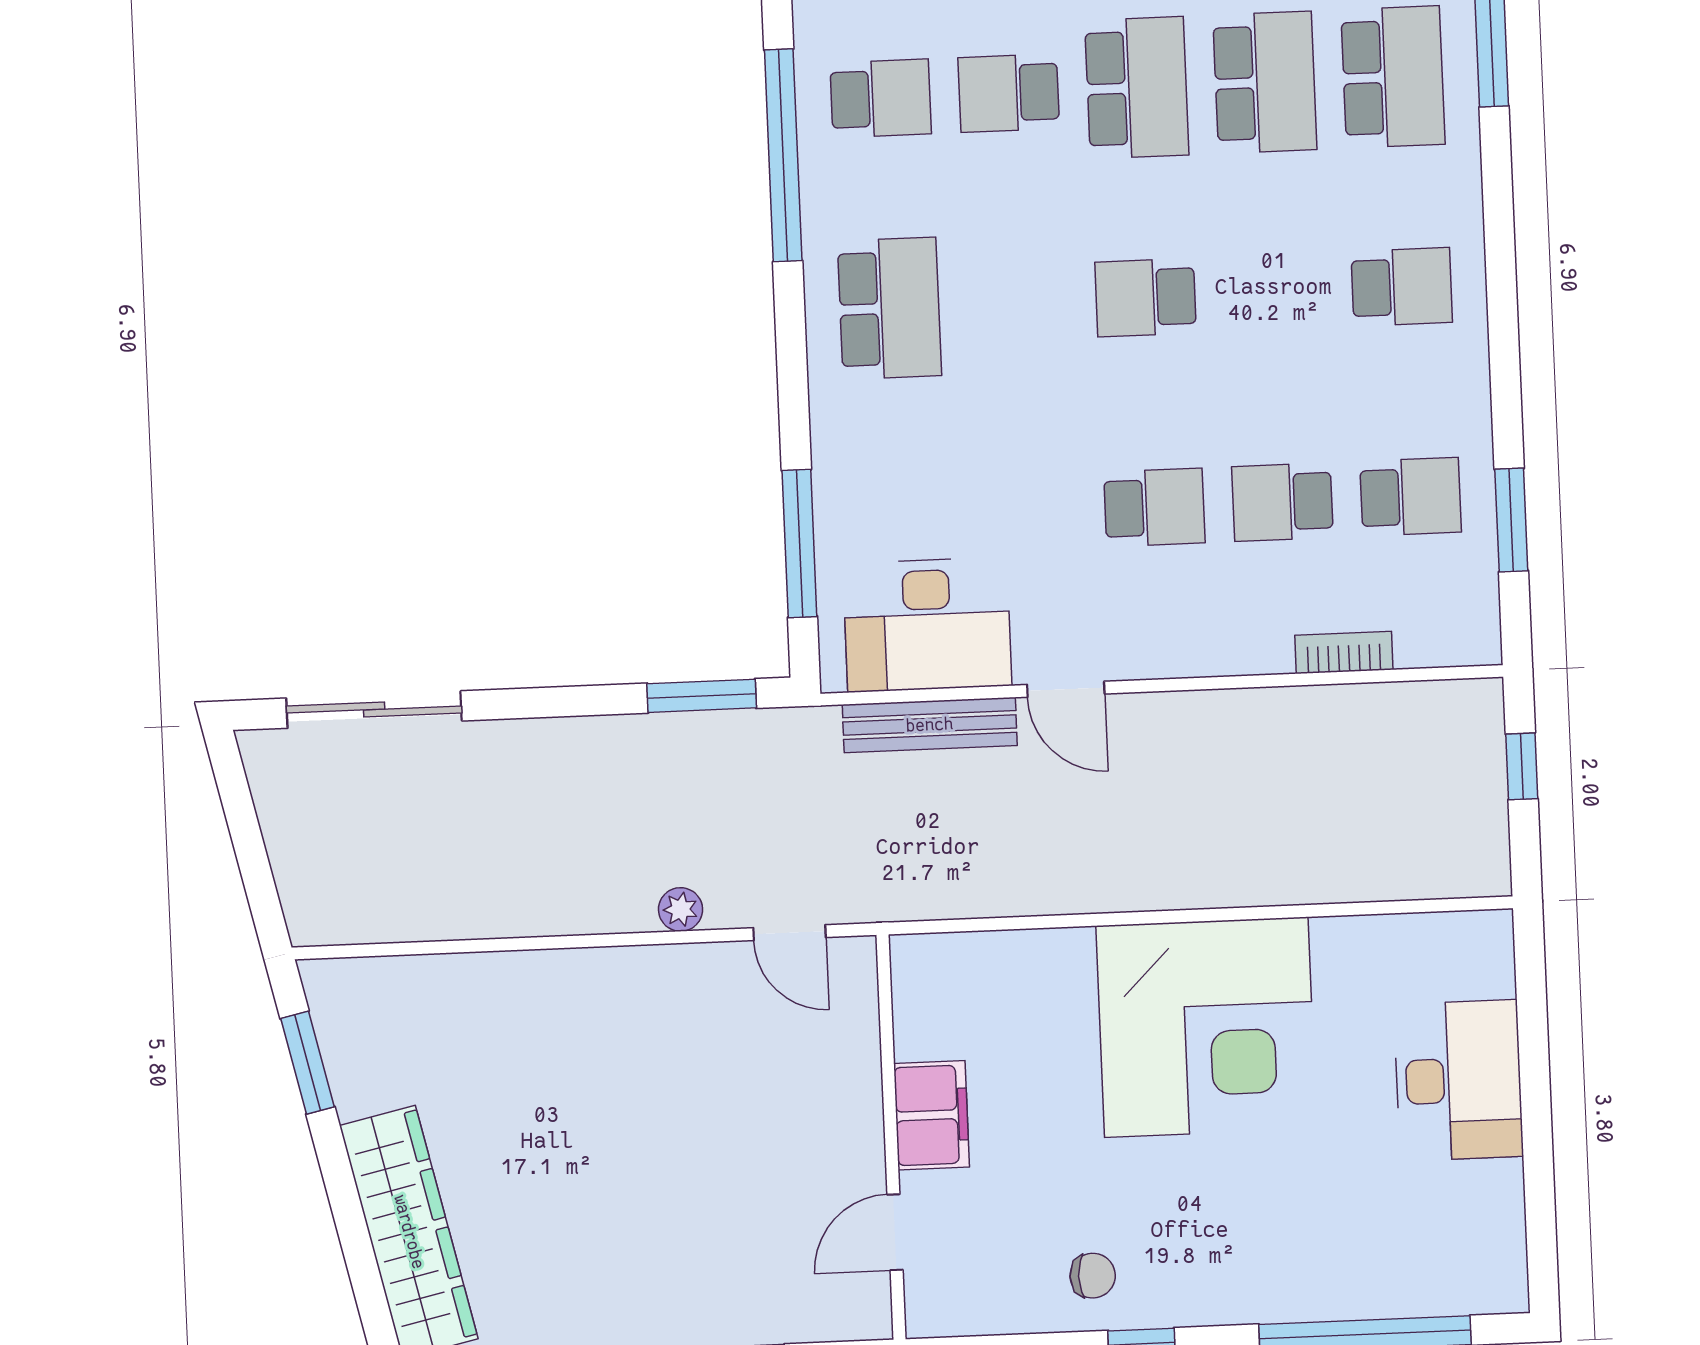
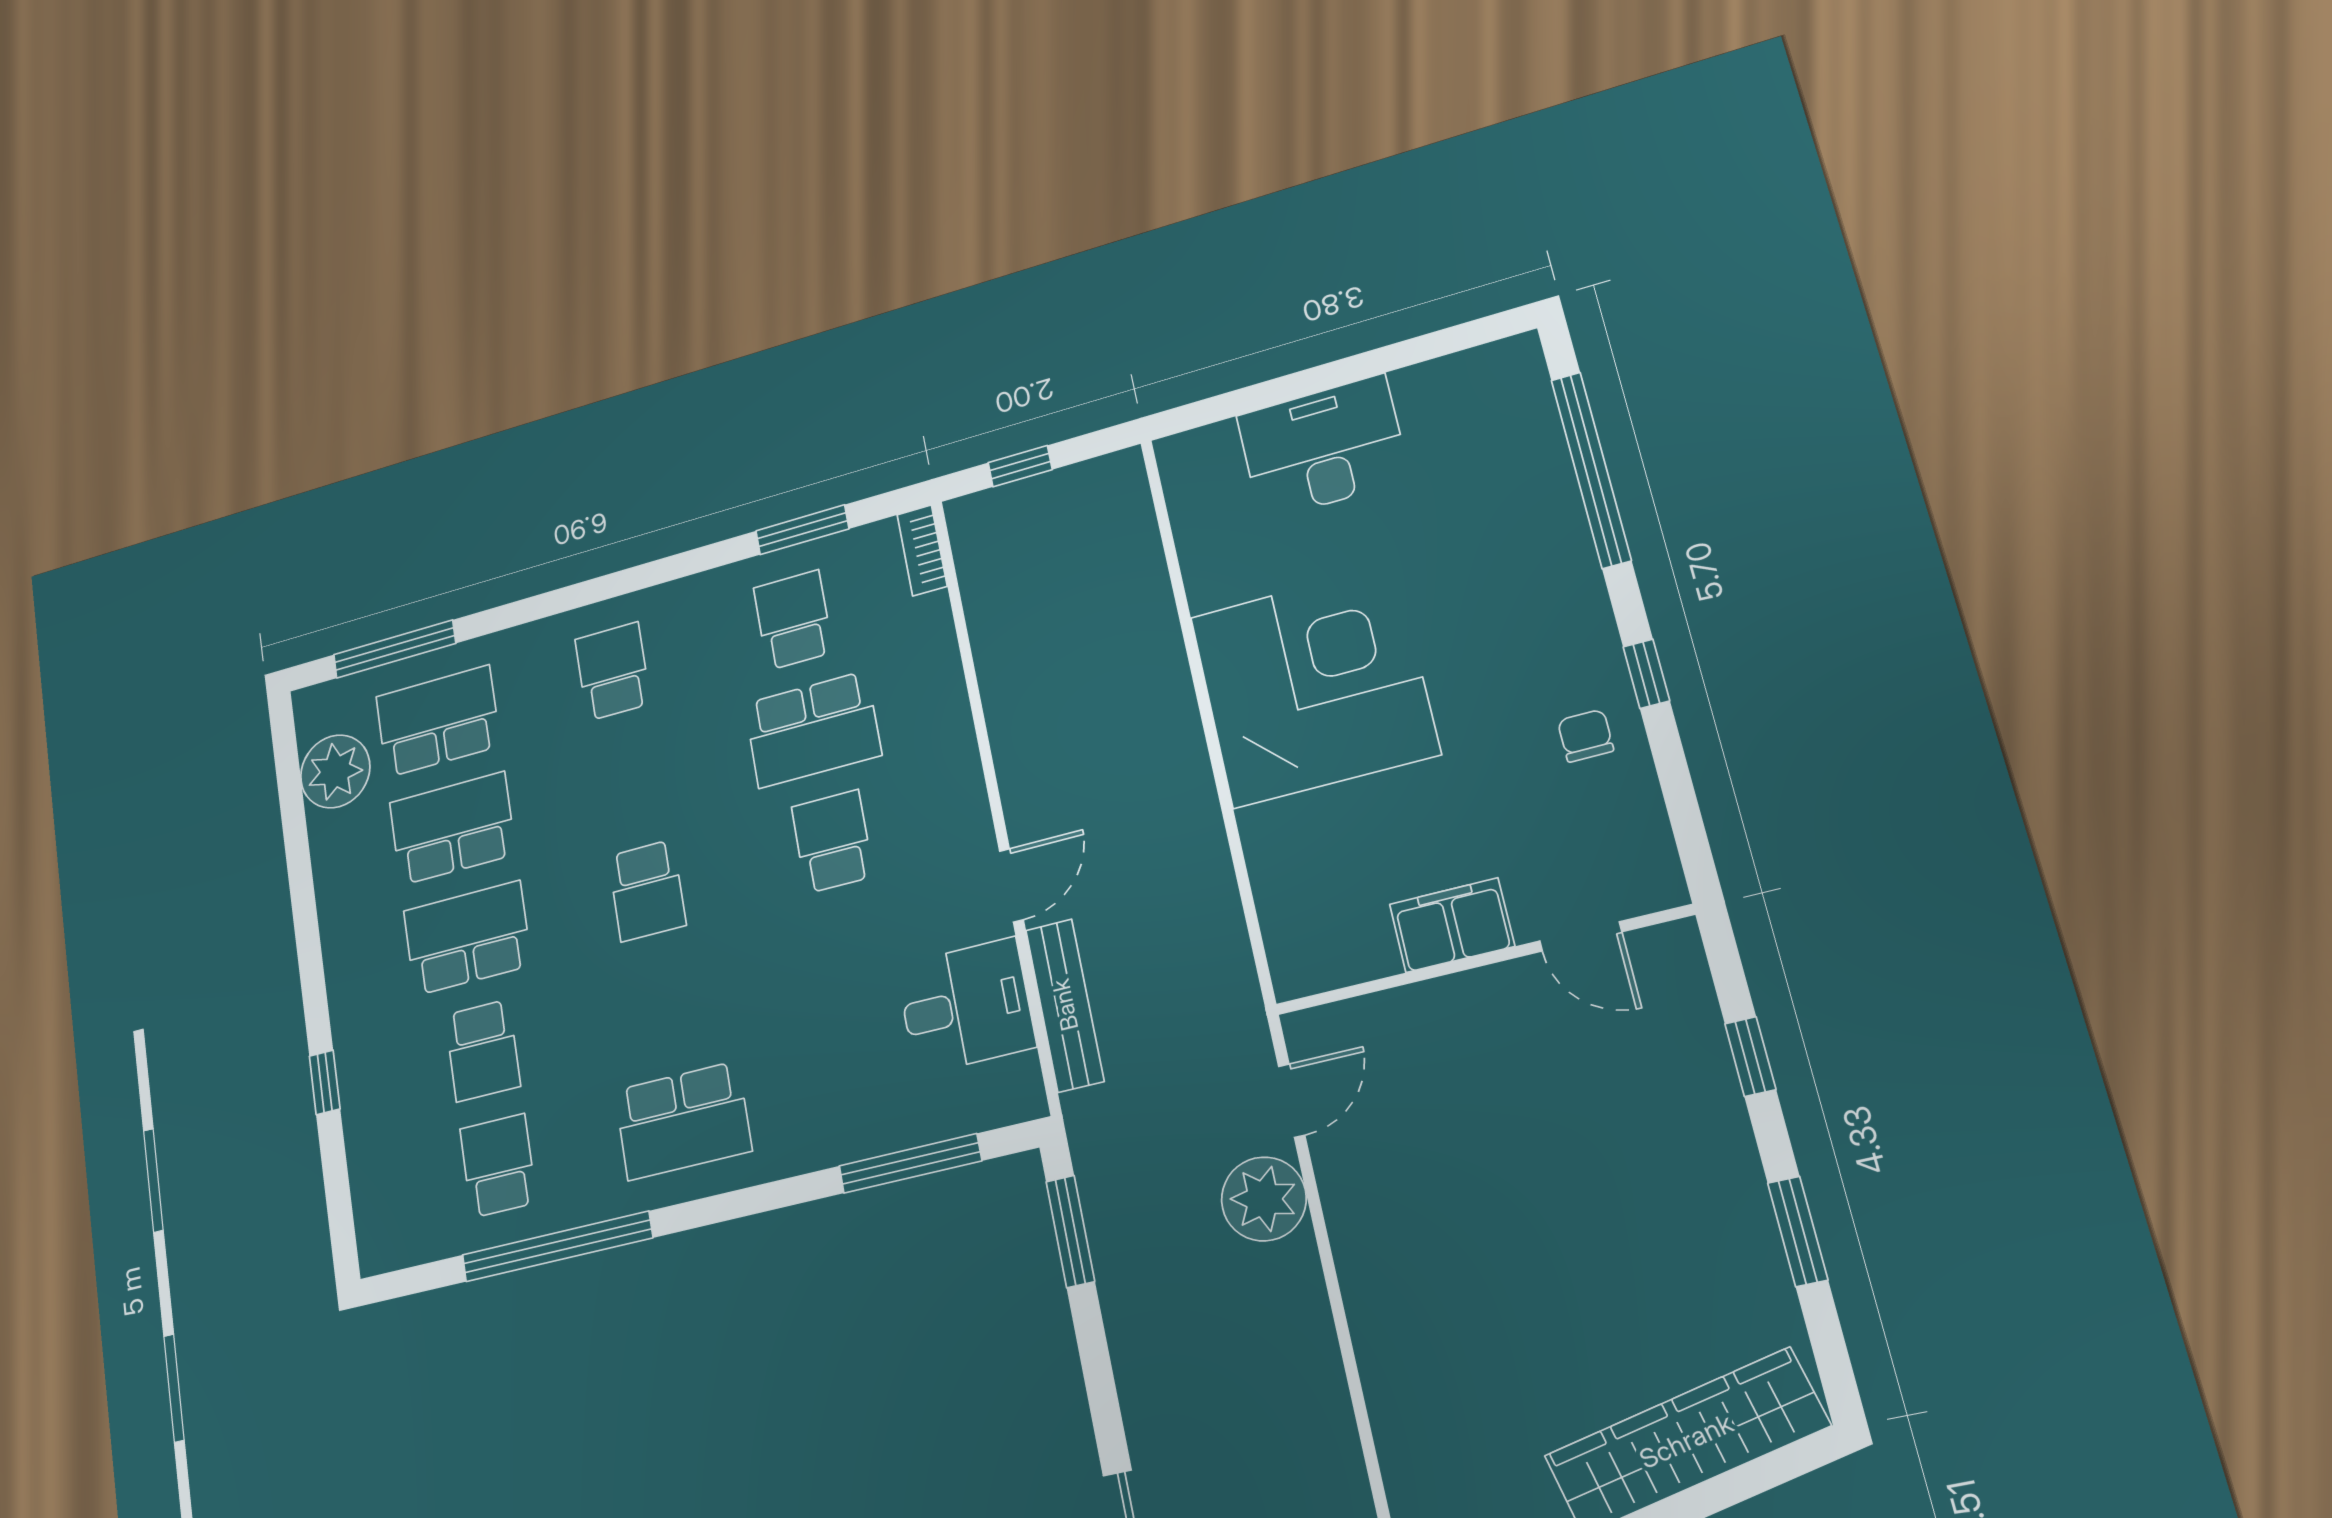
school desk: (889, 308) -> (683, 1121), turned 180
school desk: (1282, 502) -> (813, 729), width x1.85
desk: (927, 625) -> (966, 1006), width x0.73
bookcase: (1344, 652) -> (922, 550), moved
plant: (681, 909) -> (1264, 1199), width x1.88, depth x1.88

